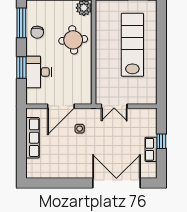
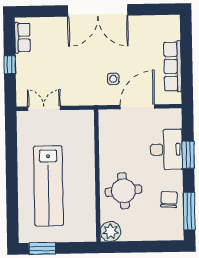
double door: (114, 106) -> (44, 108), moved
row of seats: (151, 149) -> (22, 38), moved
double door: (116, 183) -> (98, 10), moved

